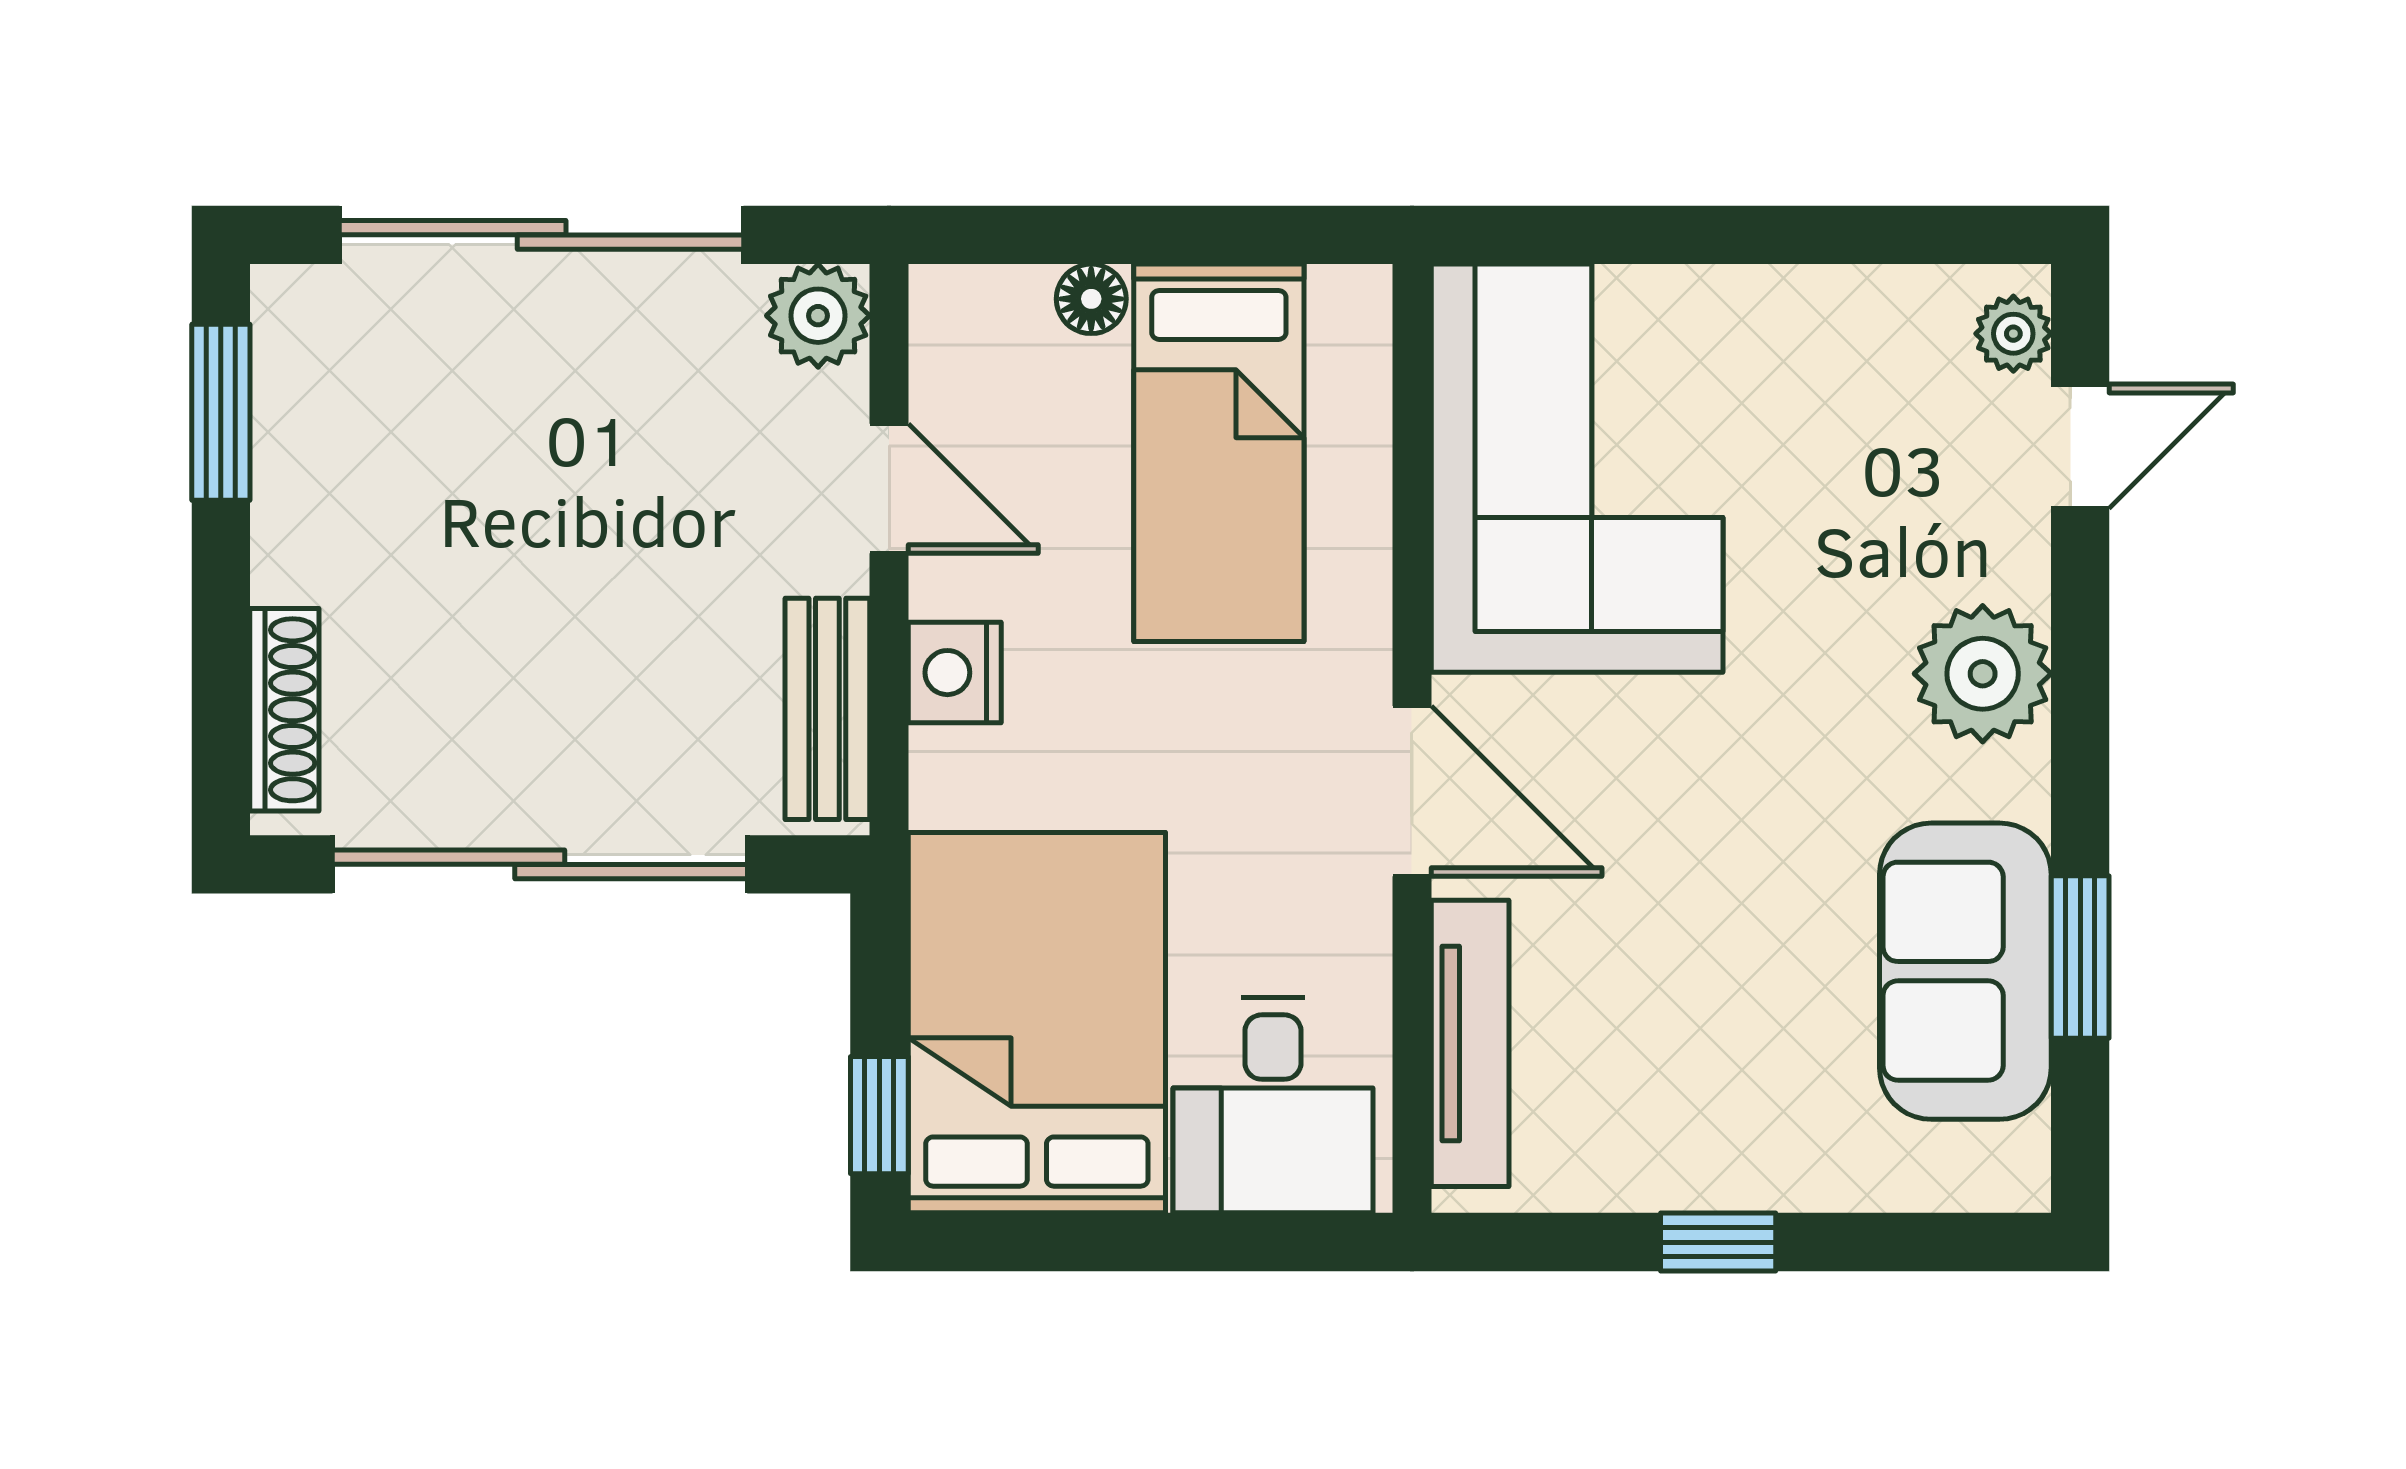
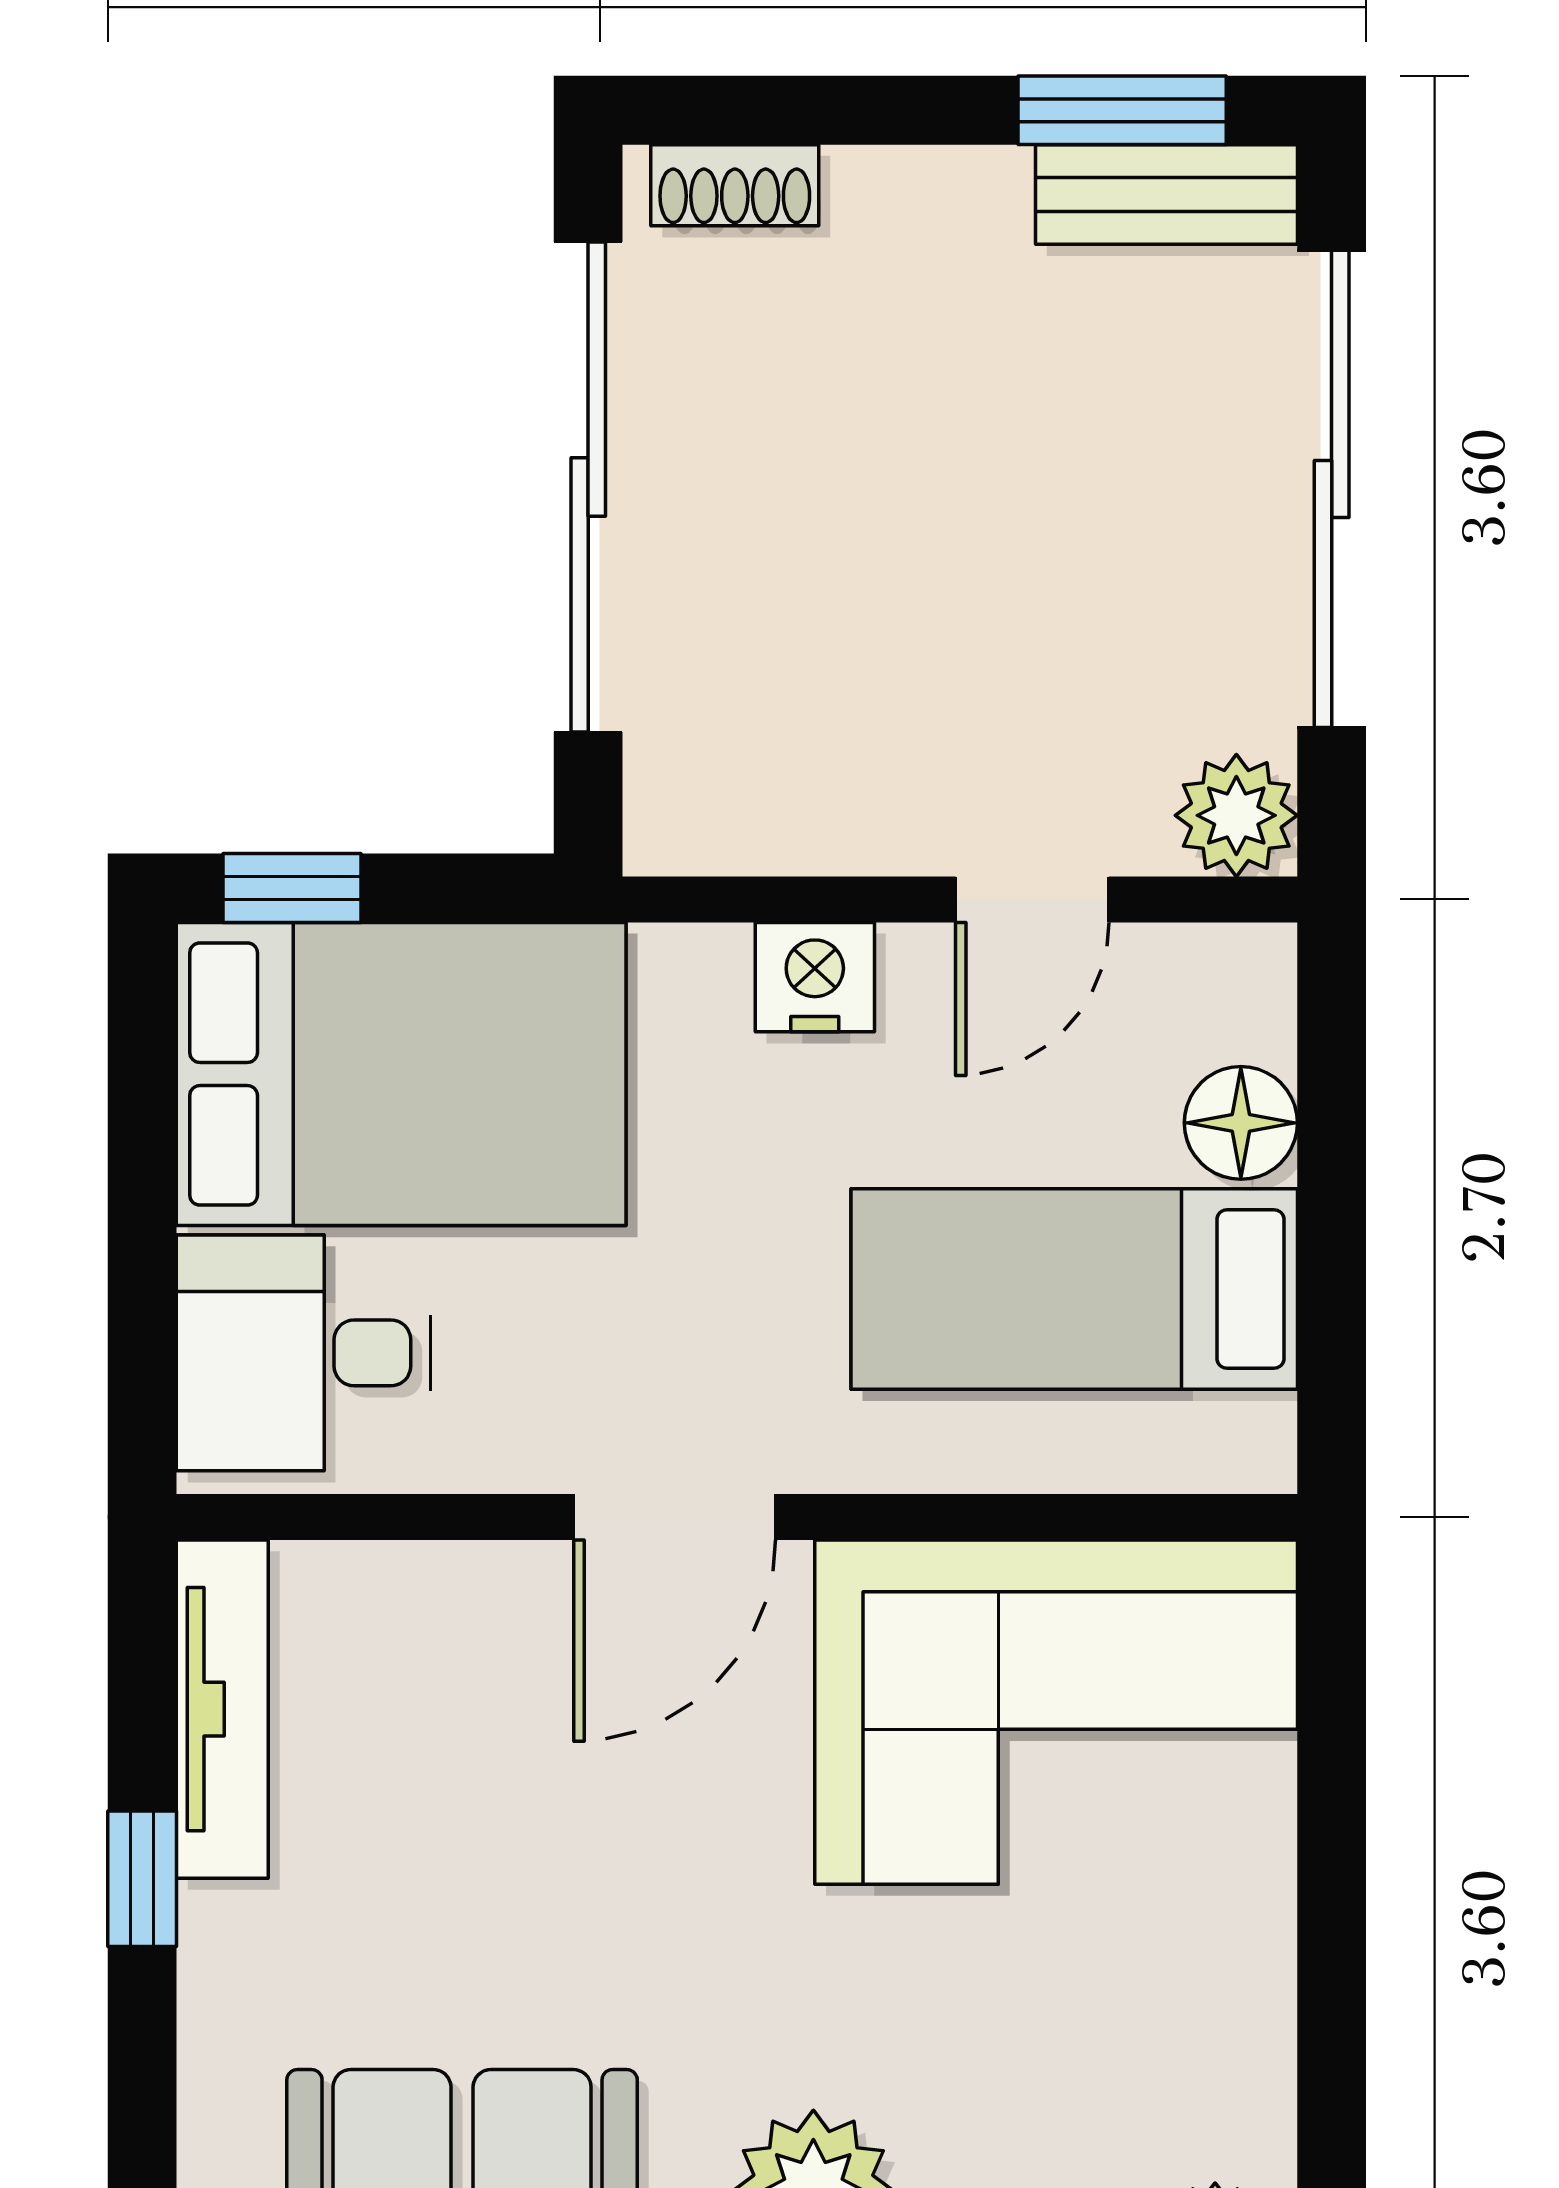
floor lamp: (1091, 299) -> (1241, 1123), width x1.37, depth x1.37
bench: (827, 709) -> (1166, 194), moved
shoe rack: (284, 710) -> (735, 185), width x0.70
tv unit: (1470, 1043) -> (222, 1709), moved, turned -90

